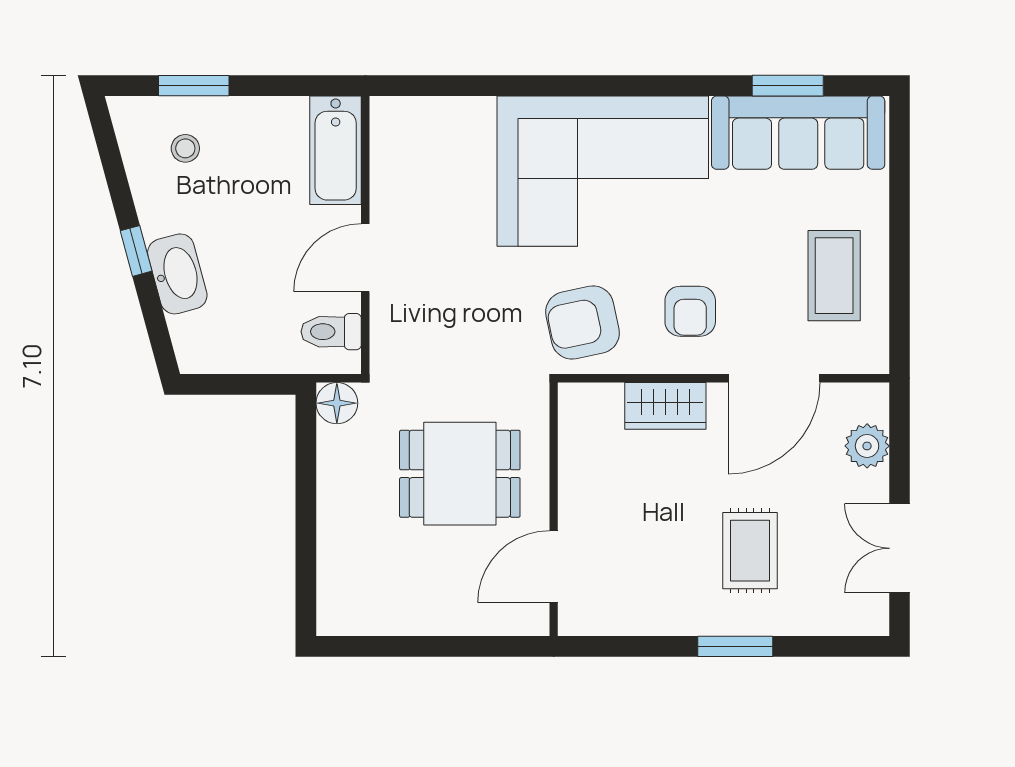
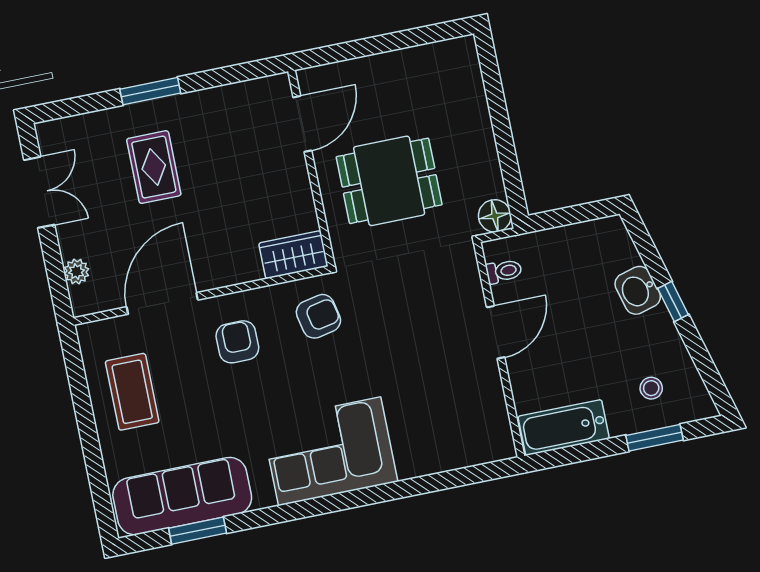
bathtub: (336, 150) -> (564, 427), moved, turned -90
corner sofa: (603, 171) -> (330, 451), width x0.73, depth x0.74
washbasin: (177, 274) -> (638, 290), width x0.72
armchair: (583, 323) -> (318, 316), width x0.72, depth x0.72
toilet: (331, 332) -> (504, 271), width x0.73, depth x0.72
wardrobe: (665, 406) -> (293, 255), moved
plant: (867, 446) -> (76, 271), width x0.73, depth x0.73

